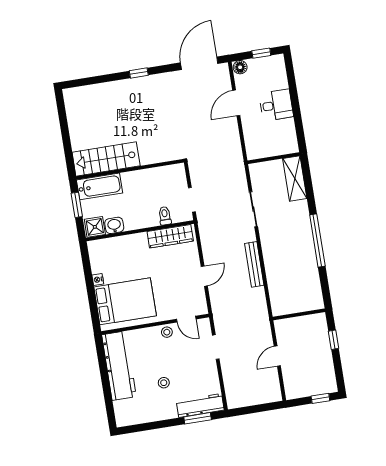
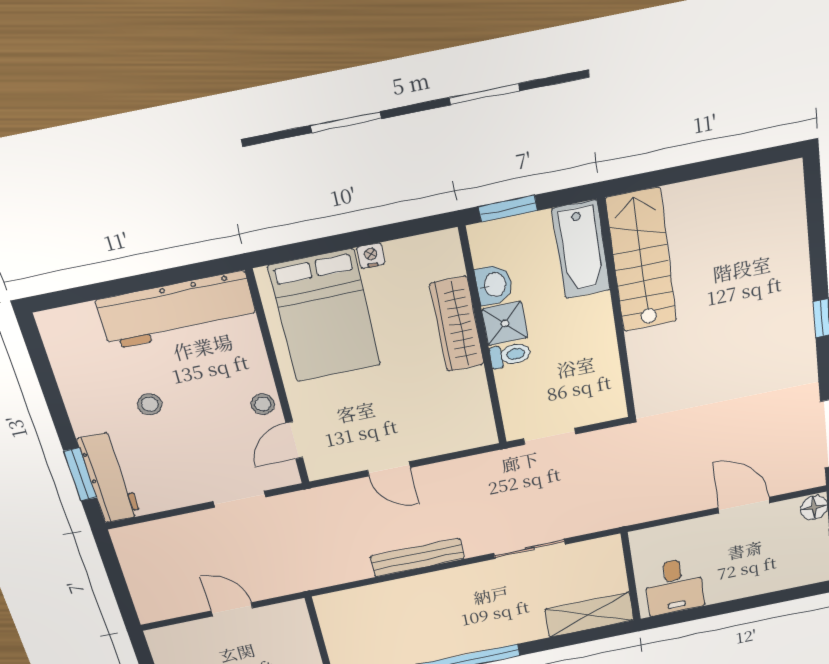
desk: (276, 105) -> (674, 586), moved
window: (77, 205) -> (508, 209), moved
toilet: (165, 216) -> (510, 355), moved
shower: (95, 227) -> (505, 323), moved
wardrobe: (170, 236) -> (457, 324), moved

